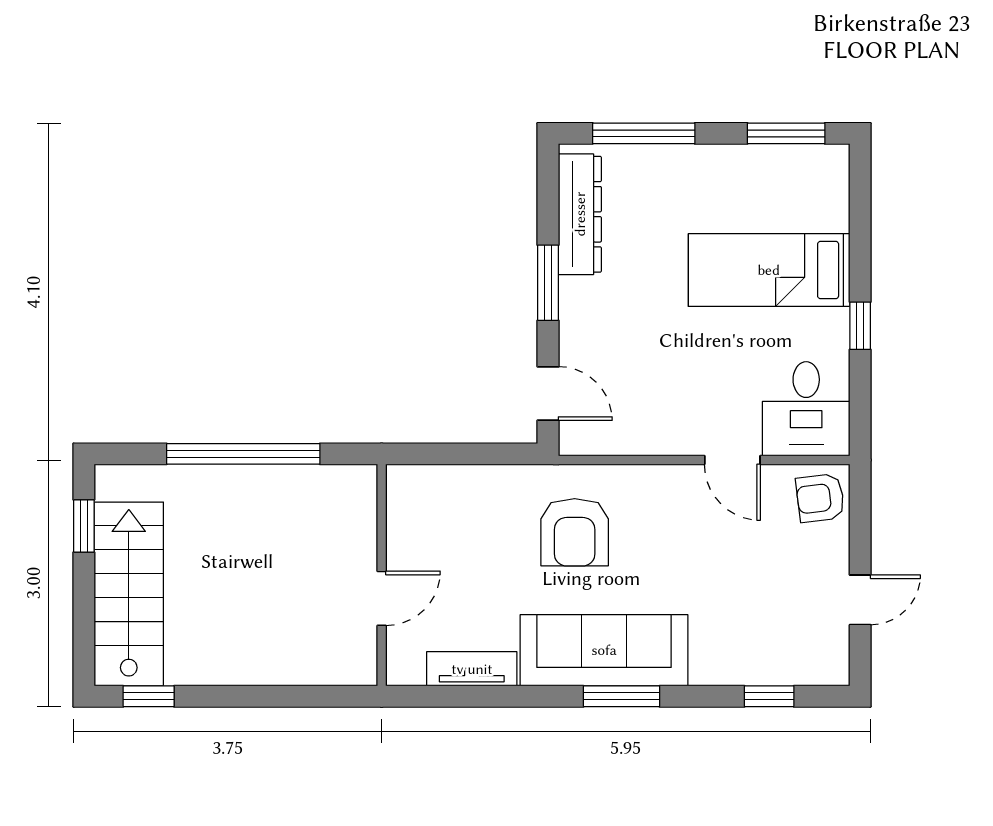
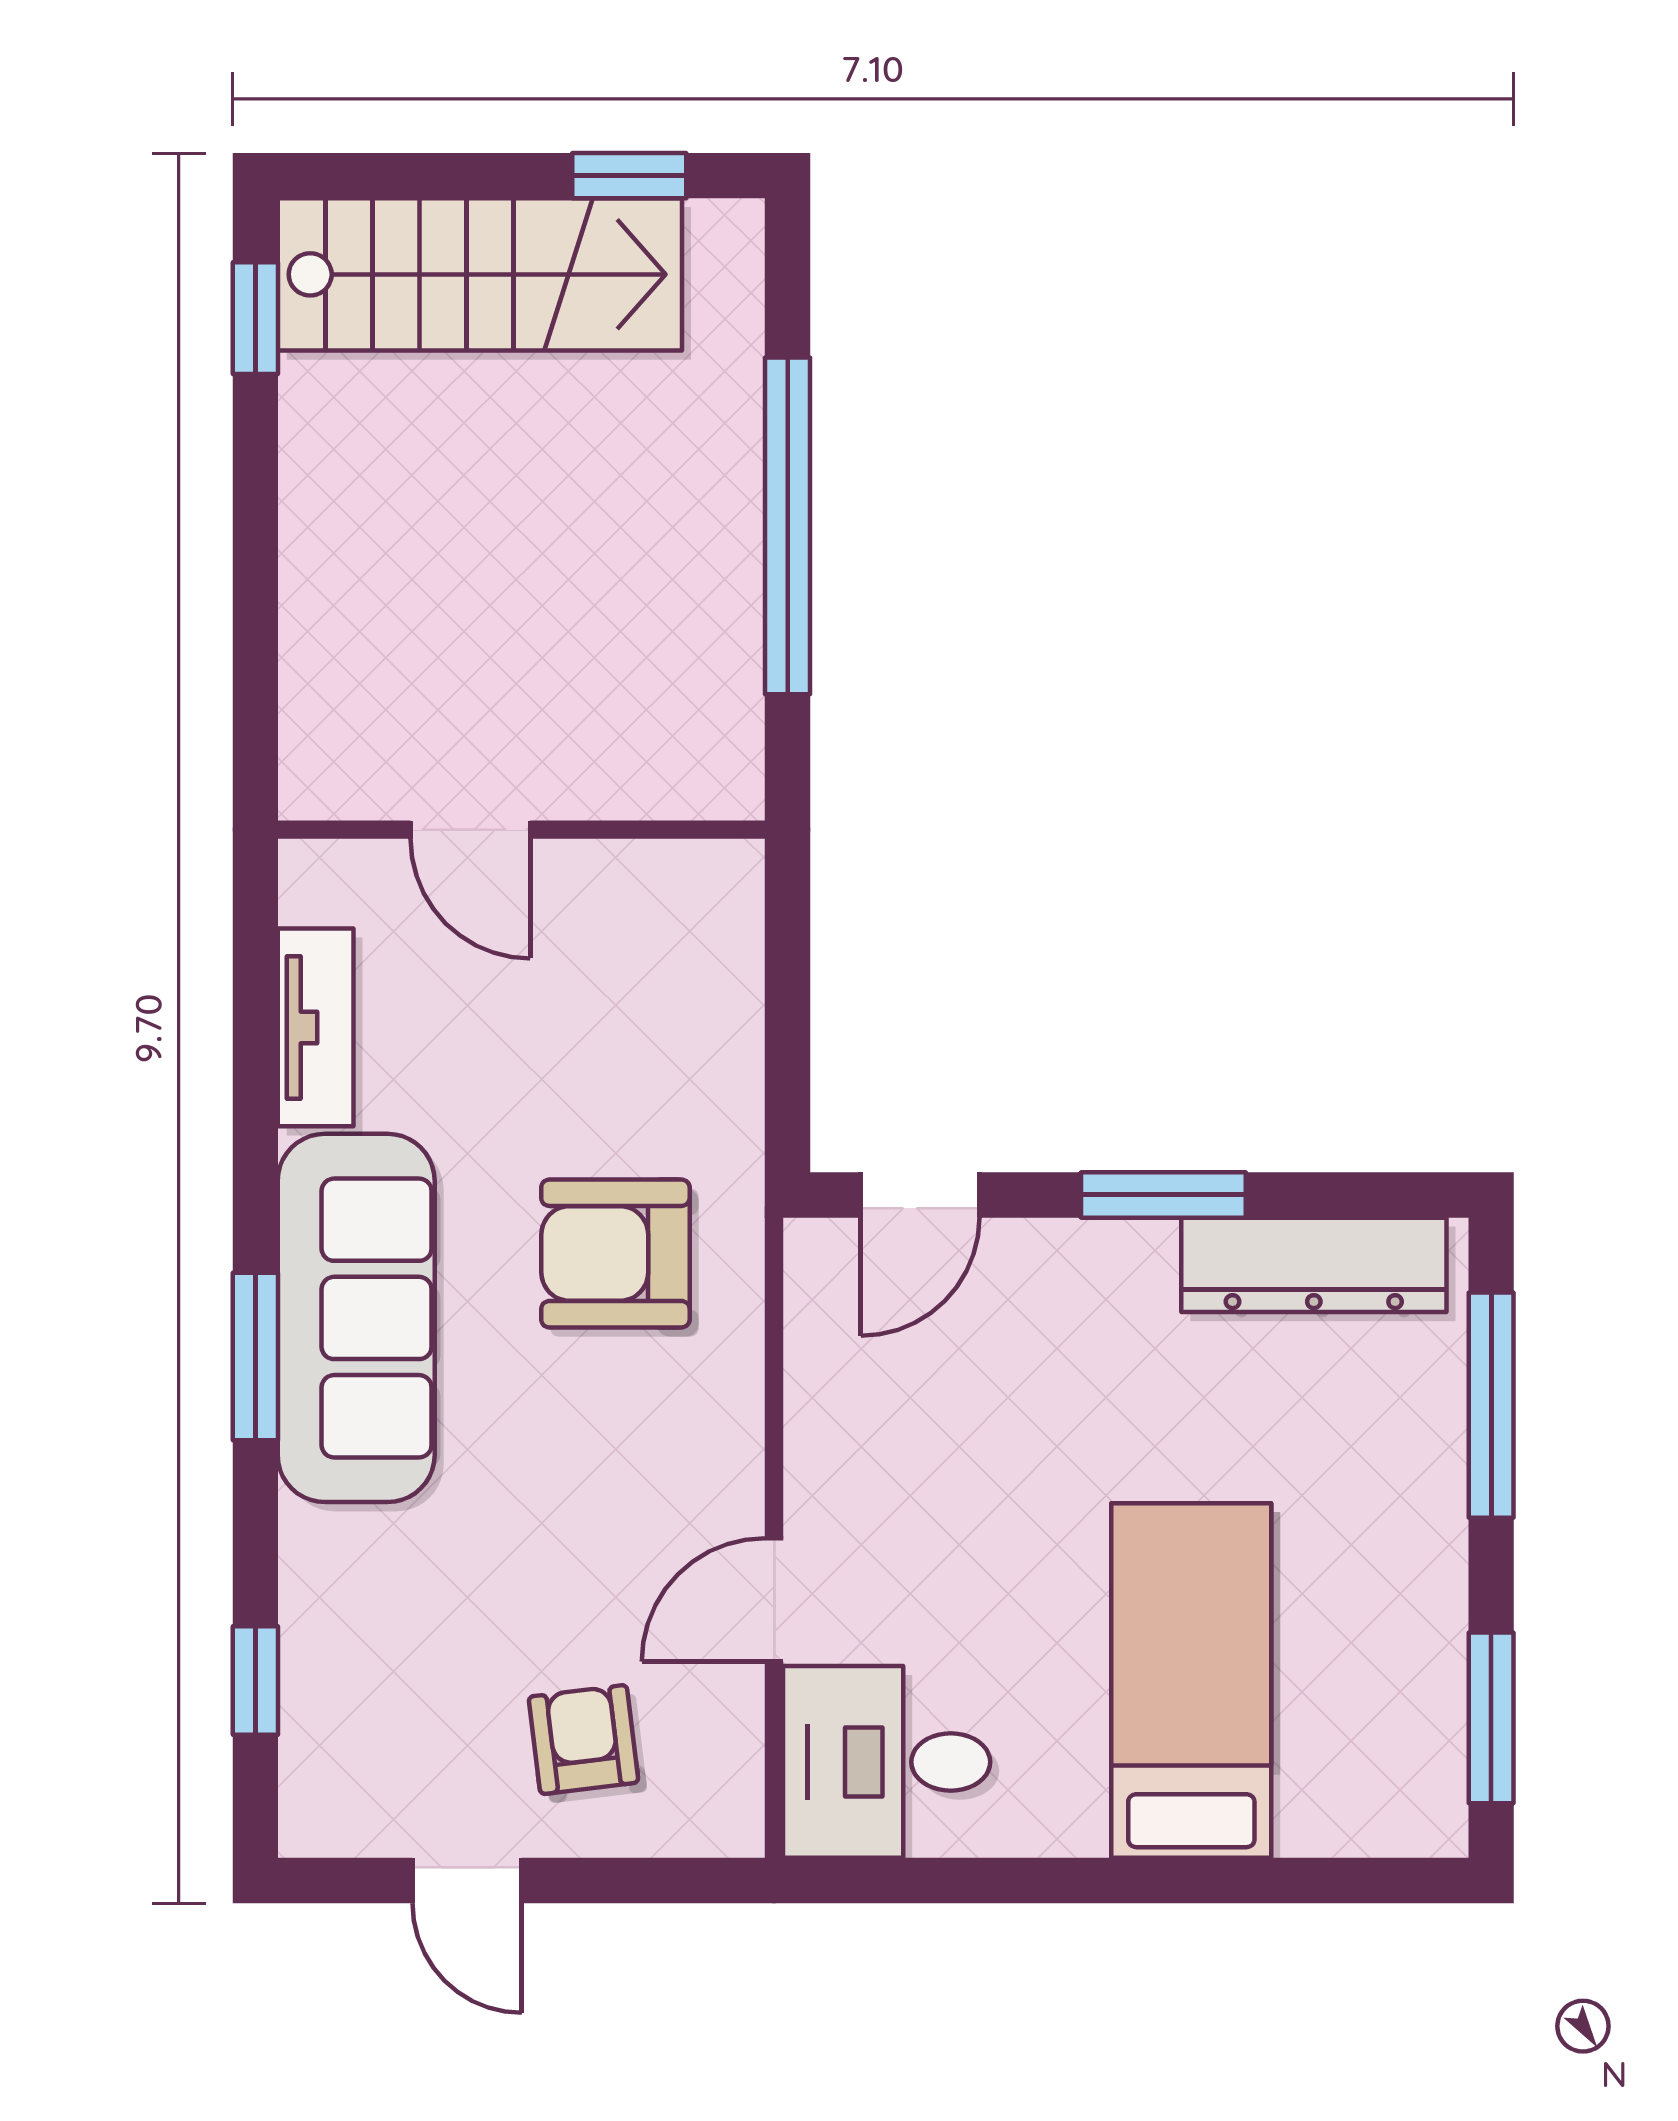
window: (860, 326) -> (1069, 1881), removed
armchair: (820, 498) -> (584, 1740), moved

